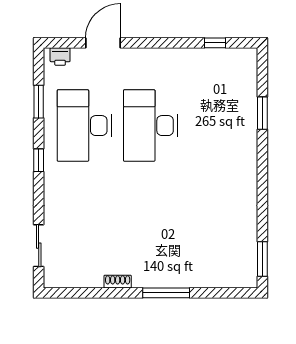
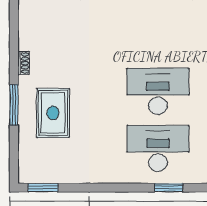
desk: (84, 126) -> (158, 148), moved
rug: (176, 248) -> (53, 113), added

